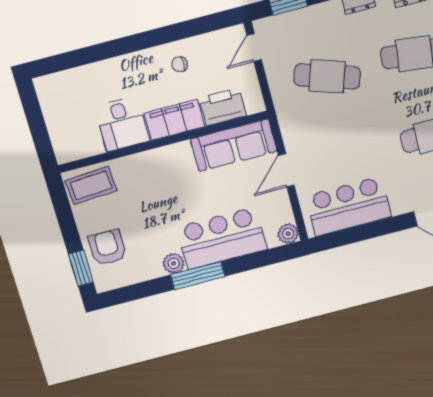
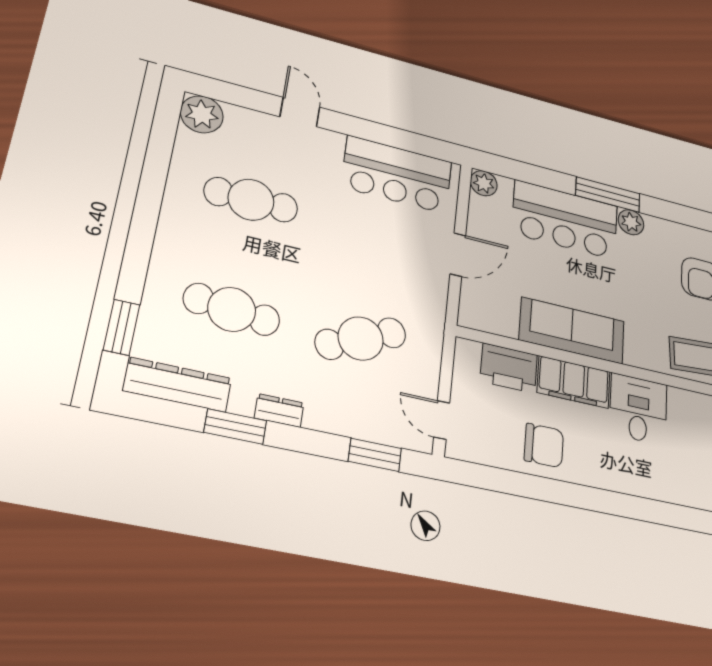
door: (254, 47) -> (442, 420), swing flipped
chair: (180, 64) -> (544, 445), width x1.87, depth x1.87
cafe table: (327, 76) -> (361, 338), turned -42
sofa: (234, 145) -> (572, 331), moved

